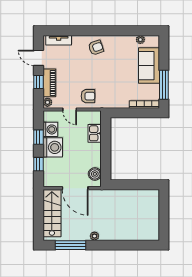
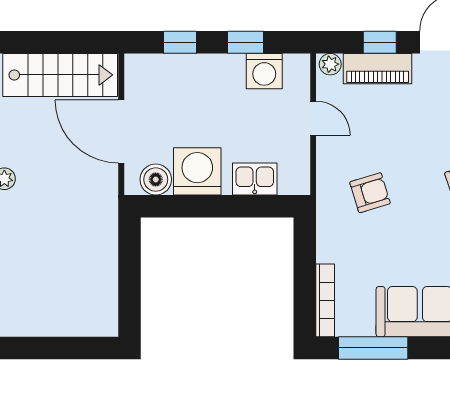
armchair: (88, 96) -> (370, 193), moved, turned -107
door: (70, 109) -> (313, 118), swing flipped
washing machine: (53, 147) -> (197, 171), moved, turned 180
door: (75, 188) -> (121, 131), hinge flipped

